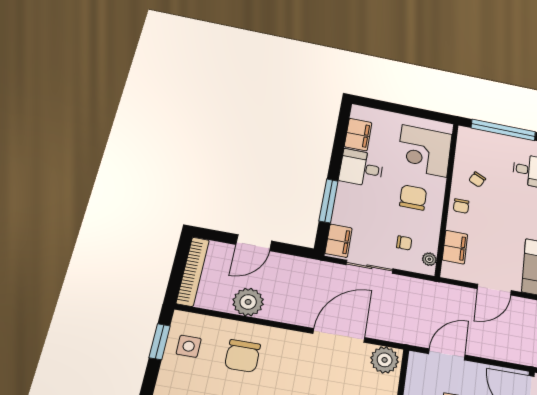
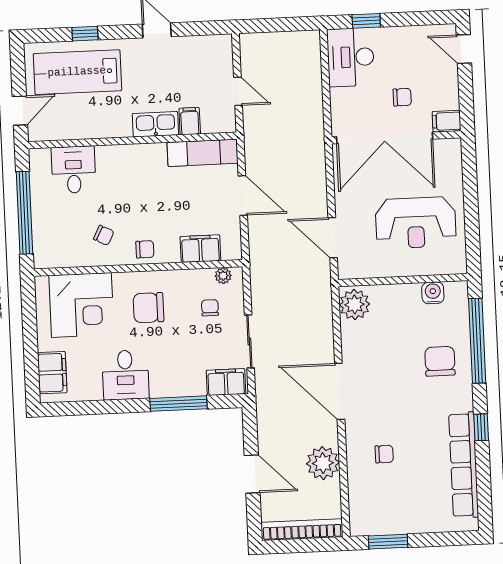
filing cabinet: (358, 135) -> (52, 373), moved, turned 90
door: (339, 335) -> (340, 391), moved
side table: (189, 346) -> (386, 511), removed
chair: (243, 356) -> (384, 454), width x0.54, depth x0.54

